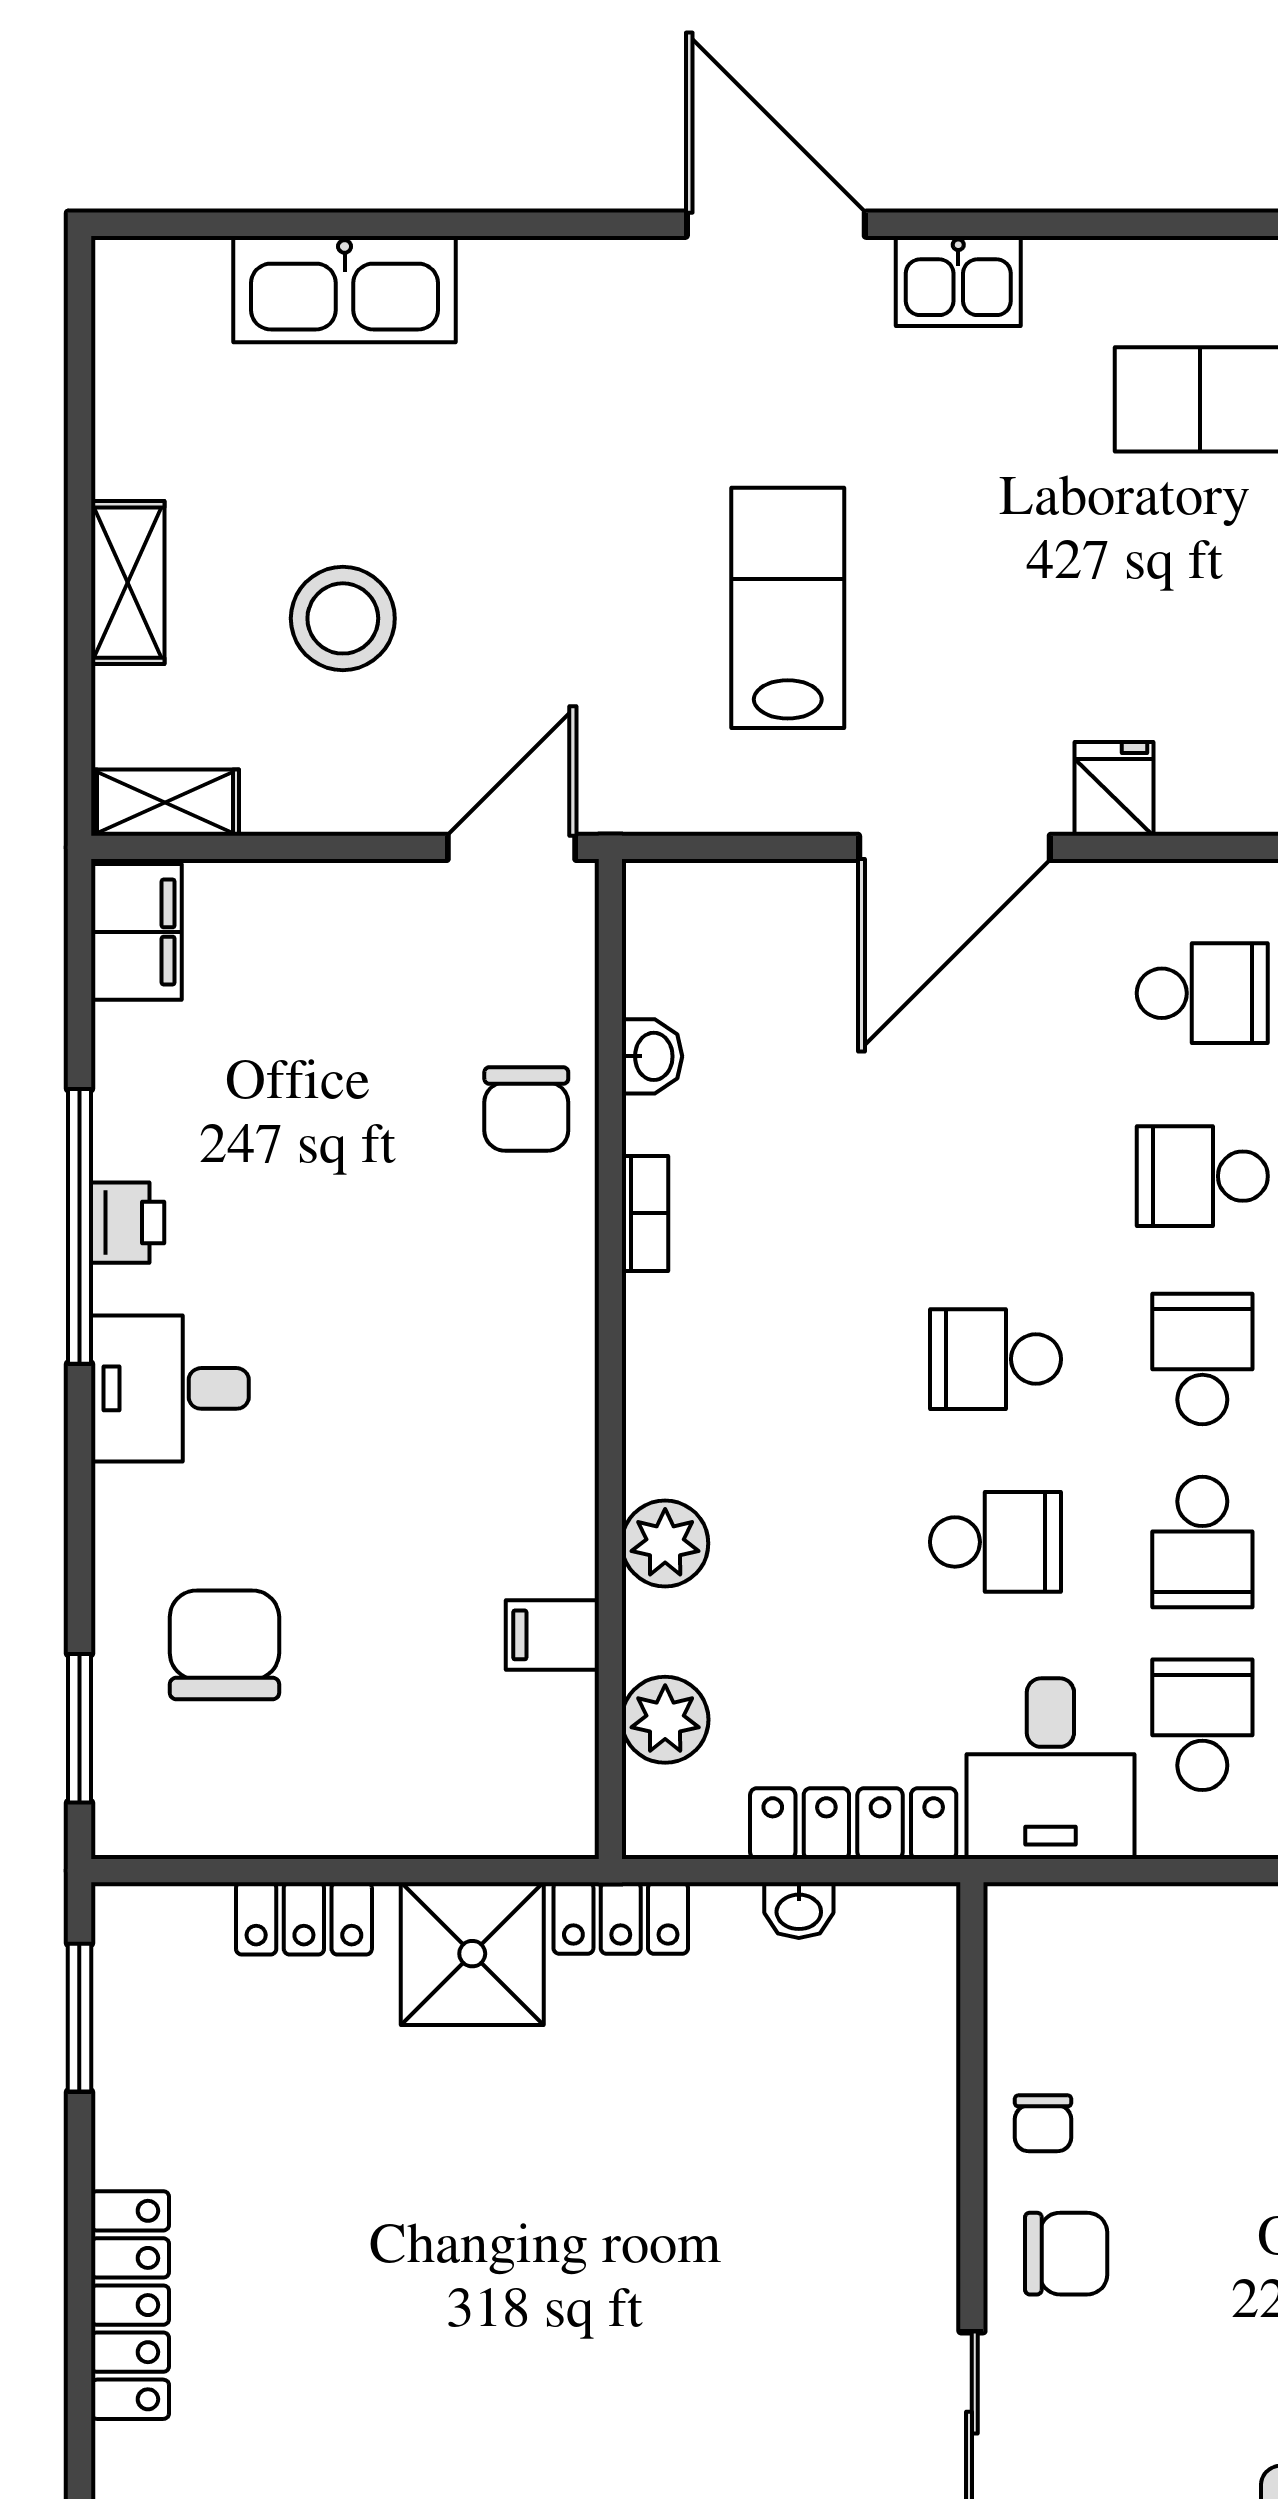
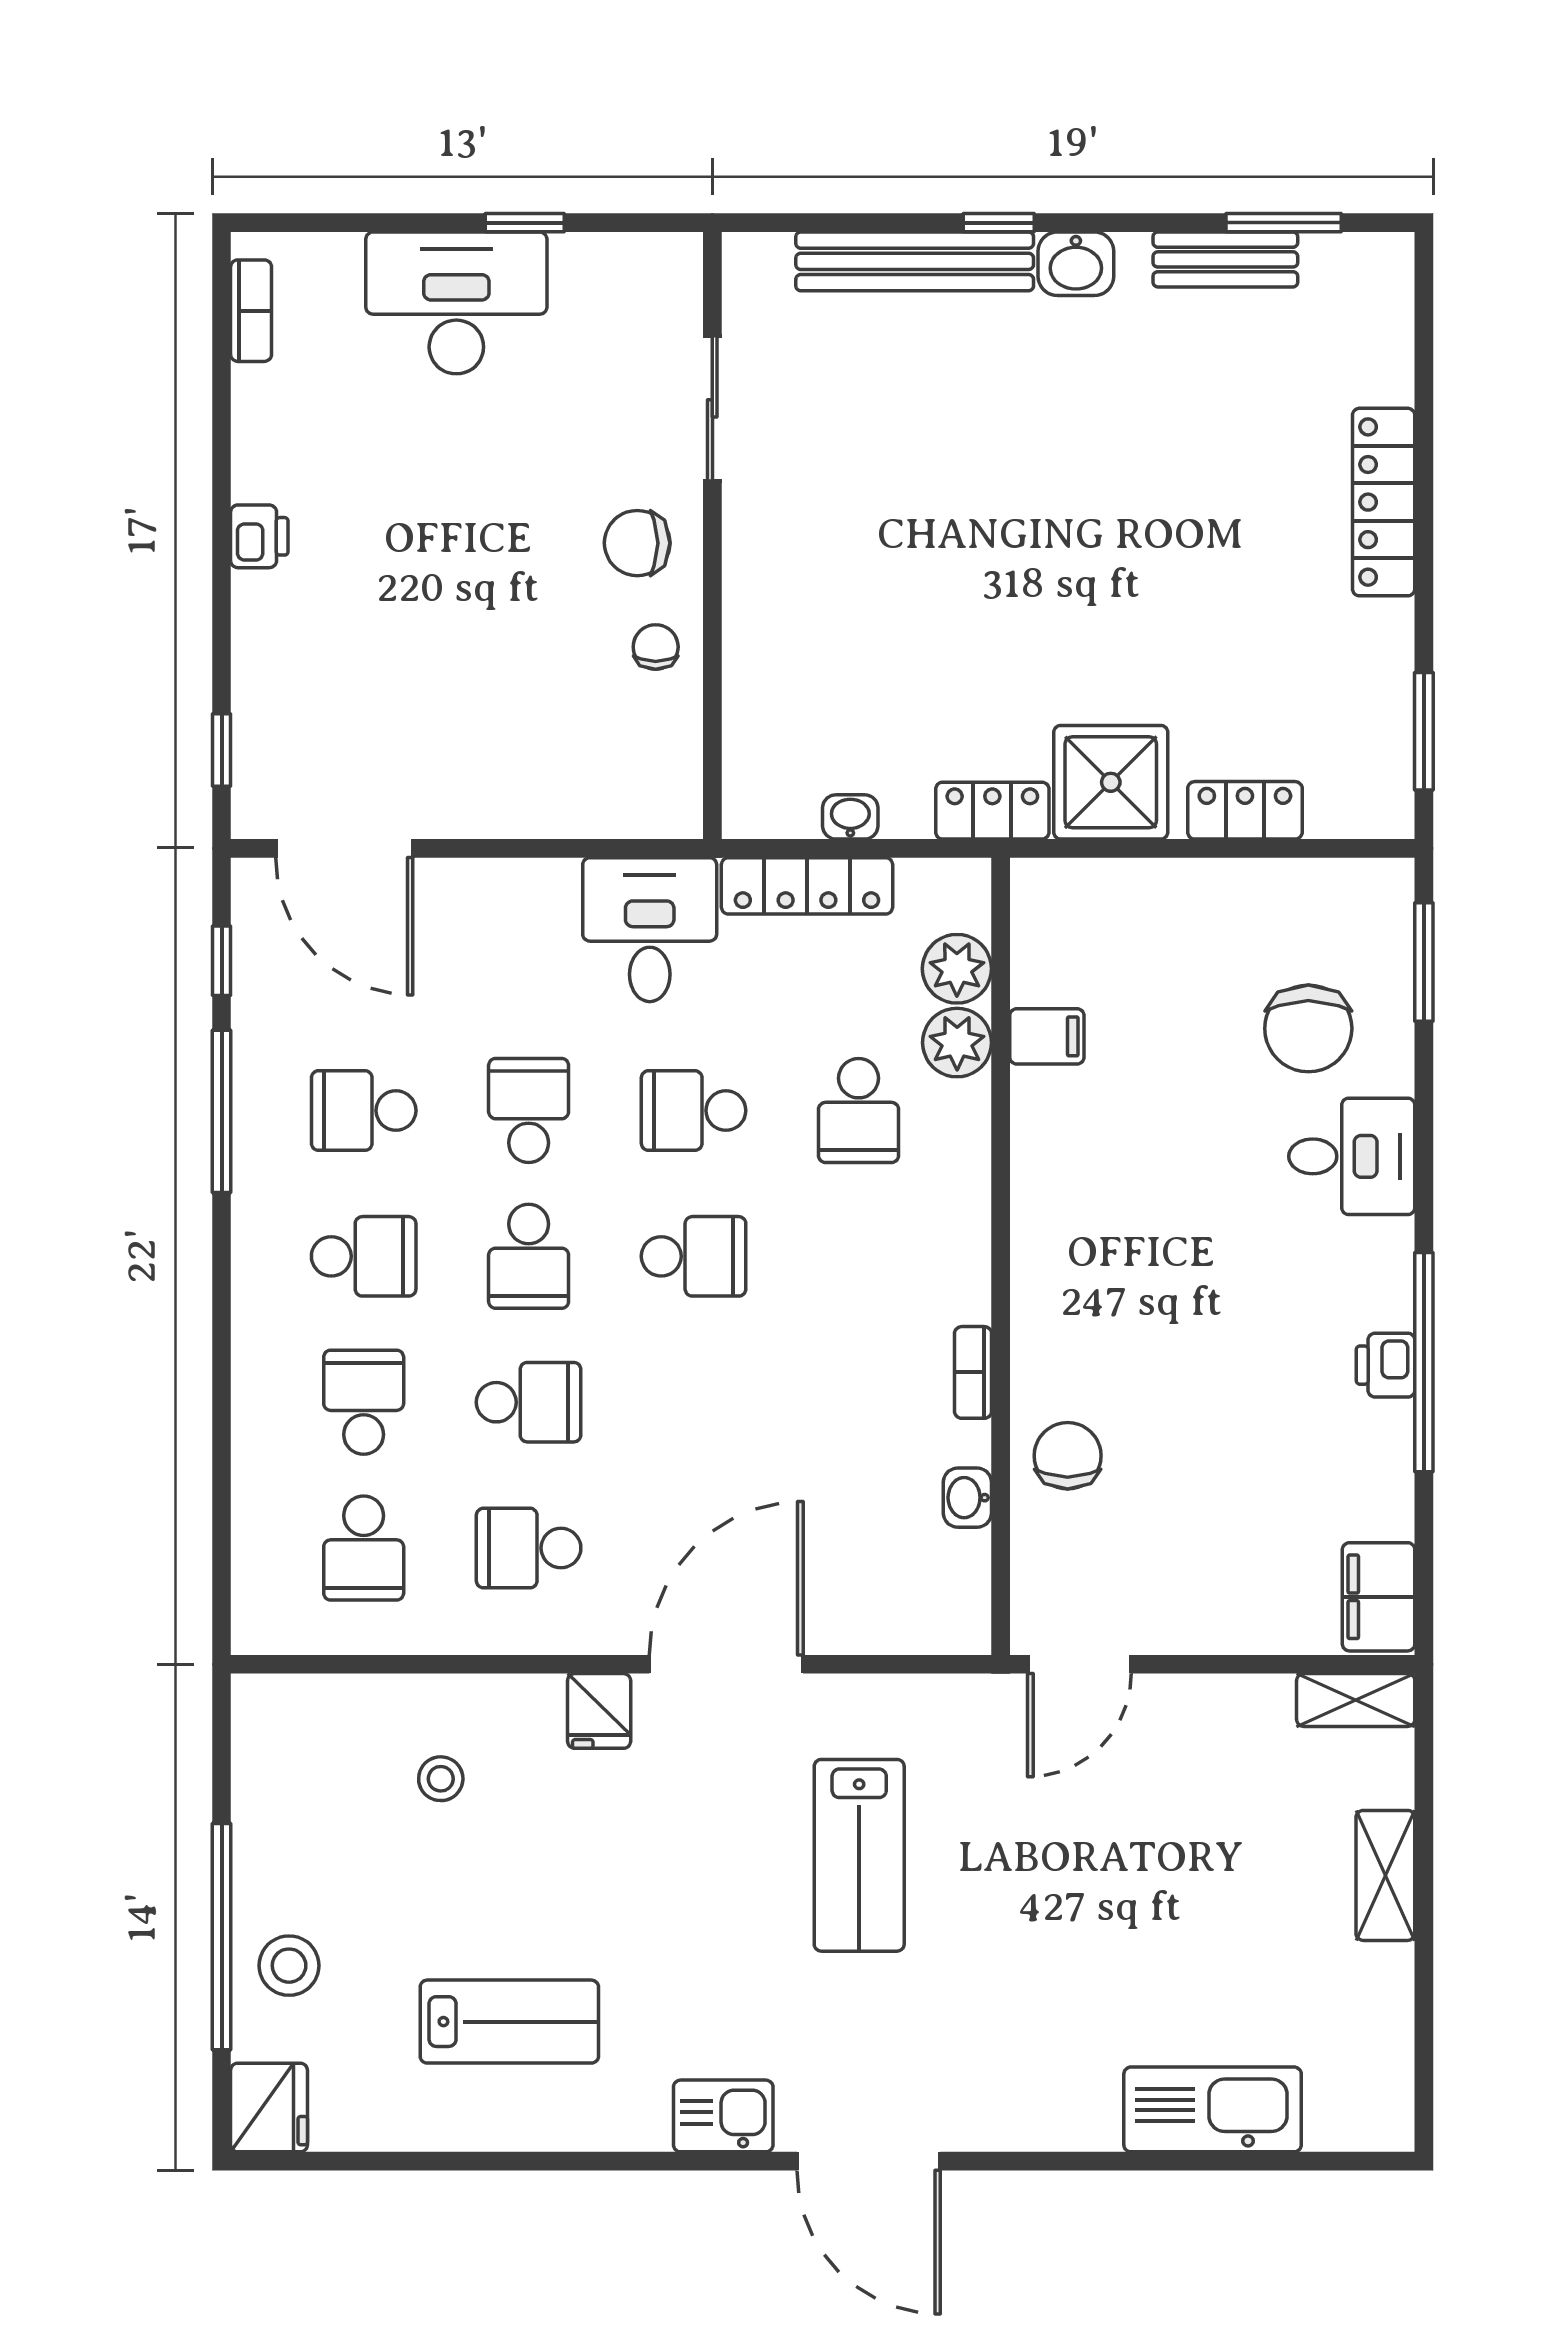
stool: (343, 618) -> (1214, 1847), removed
desk: (170, 1388) -> (1352, 1156), moved
plant: (665, 1543) -> (957, 1043), moved
school desk: (1202, 1725) -> (859, 1111), moved

